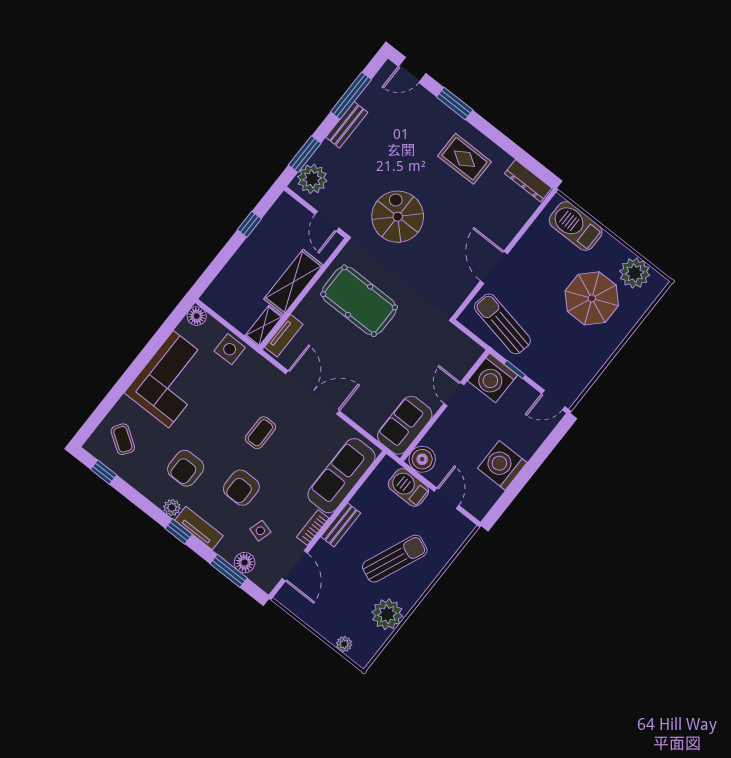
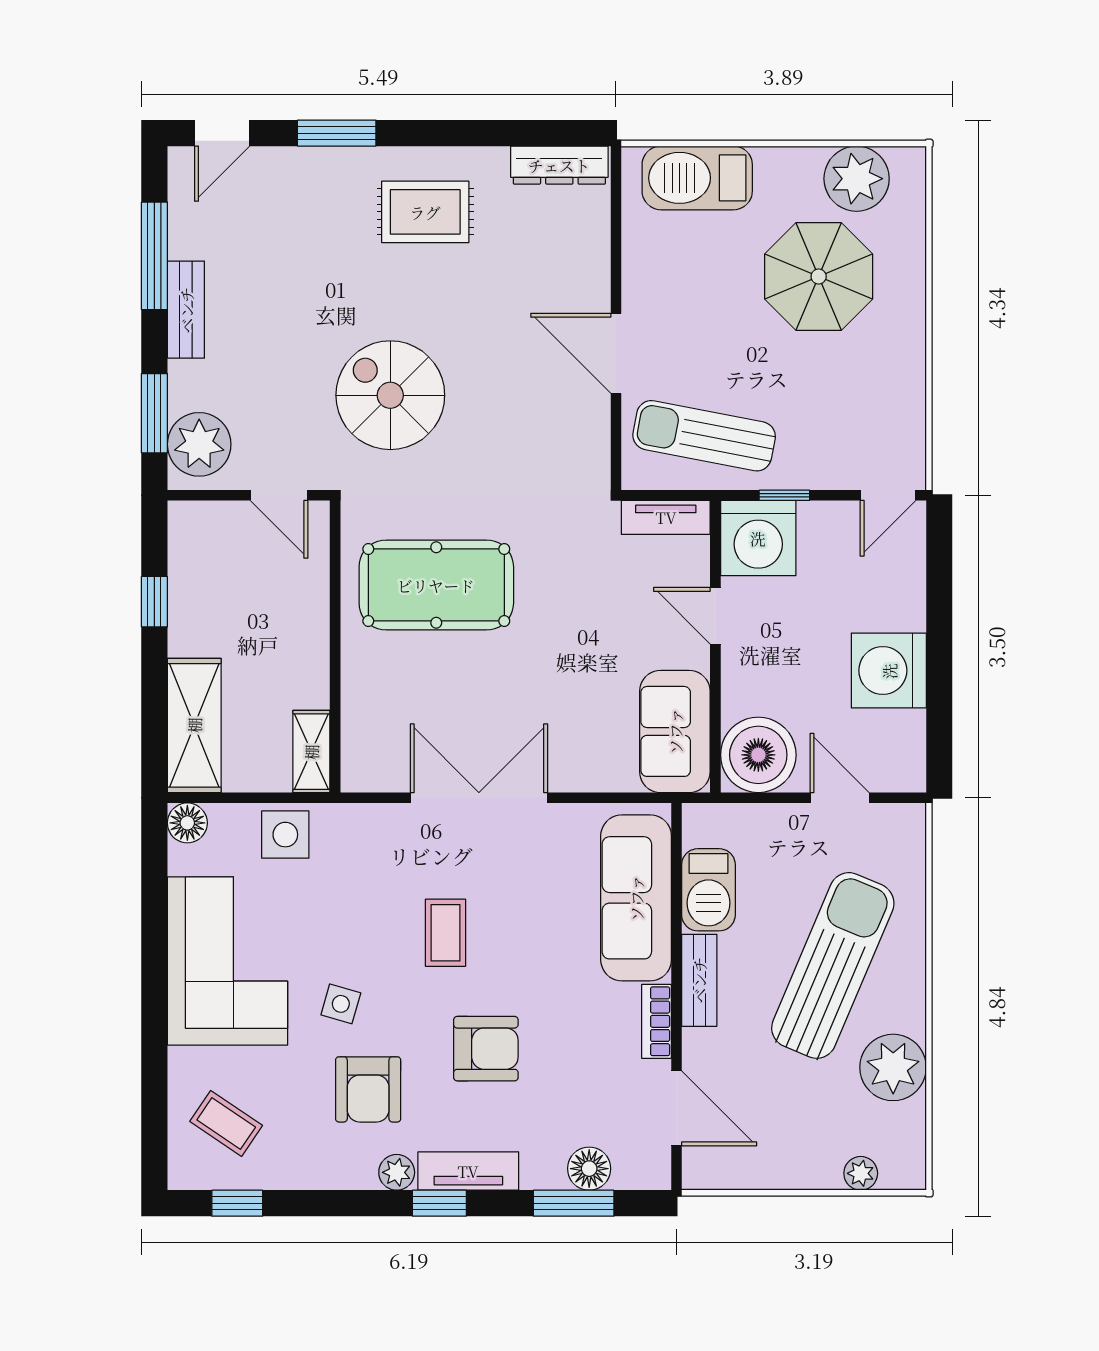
shelving: (293, 282) -> (194, 725), moved
tv unit: (284, 336) -> (666, 517), moved, turned 90
boiler: (422, 459) -> (758, 755), width x1.37, depth x1.37
barbecue: (408, 487) -> (708, 890), moved, turned -90
armchair: (241, 488) -> (486, 1049), turned -90
side table: (260, 531) -> (341, 1004), moved
sun lounger: (395, 559) -> (833, 965), width x1.36, depth x1.34

